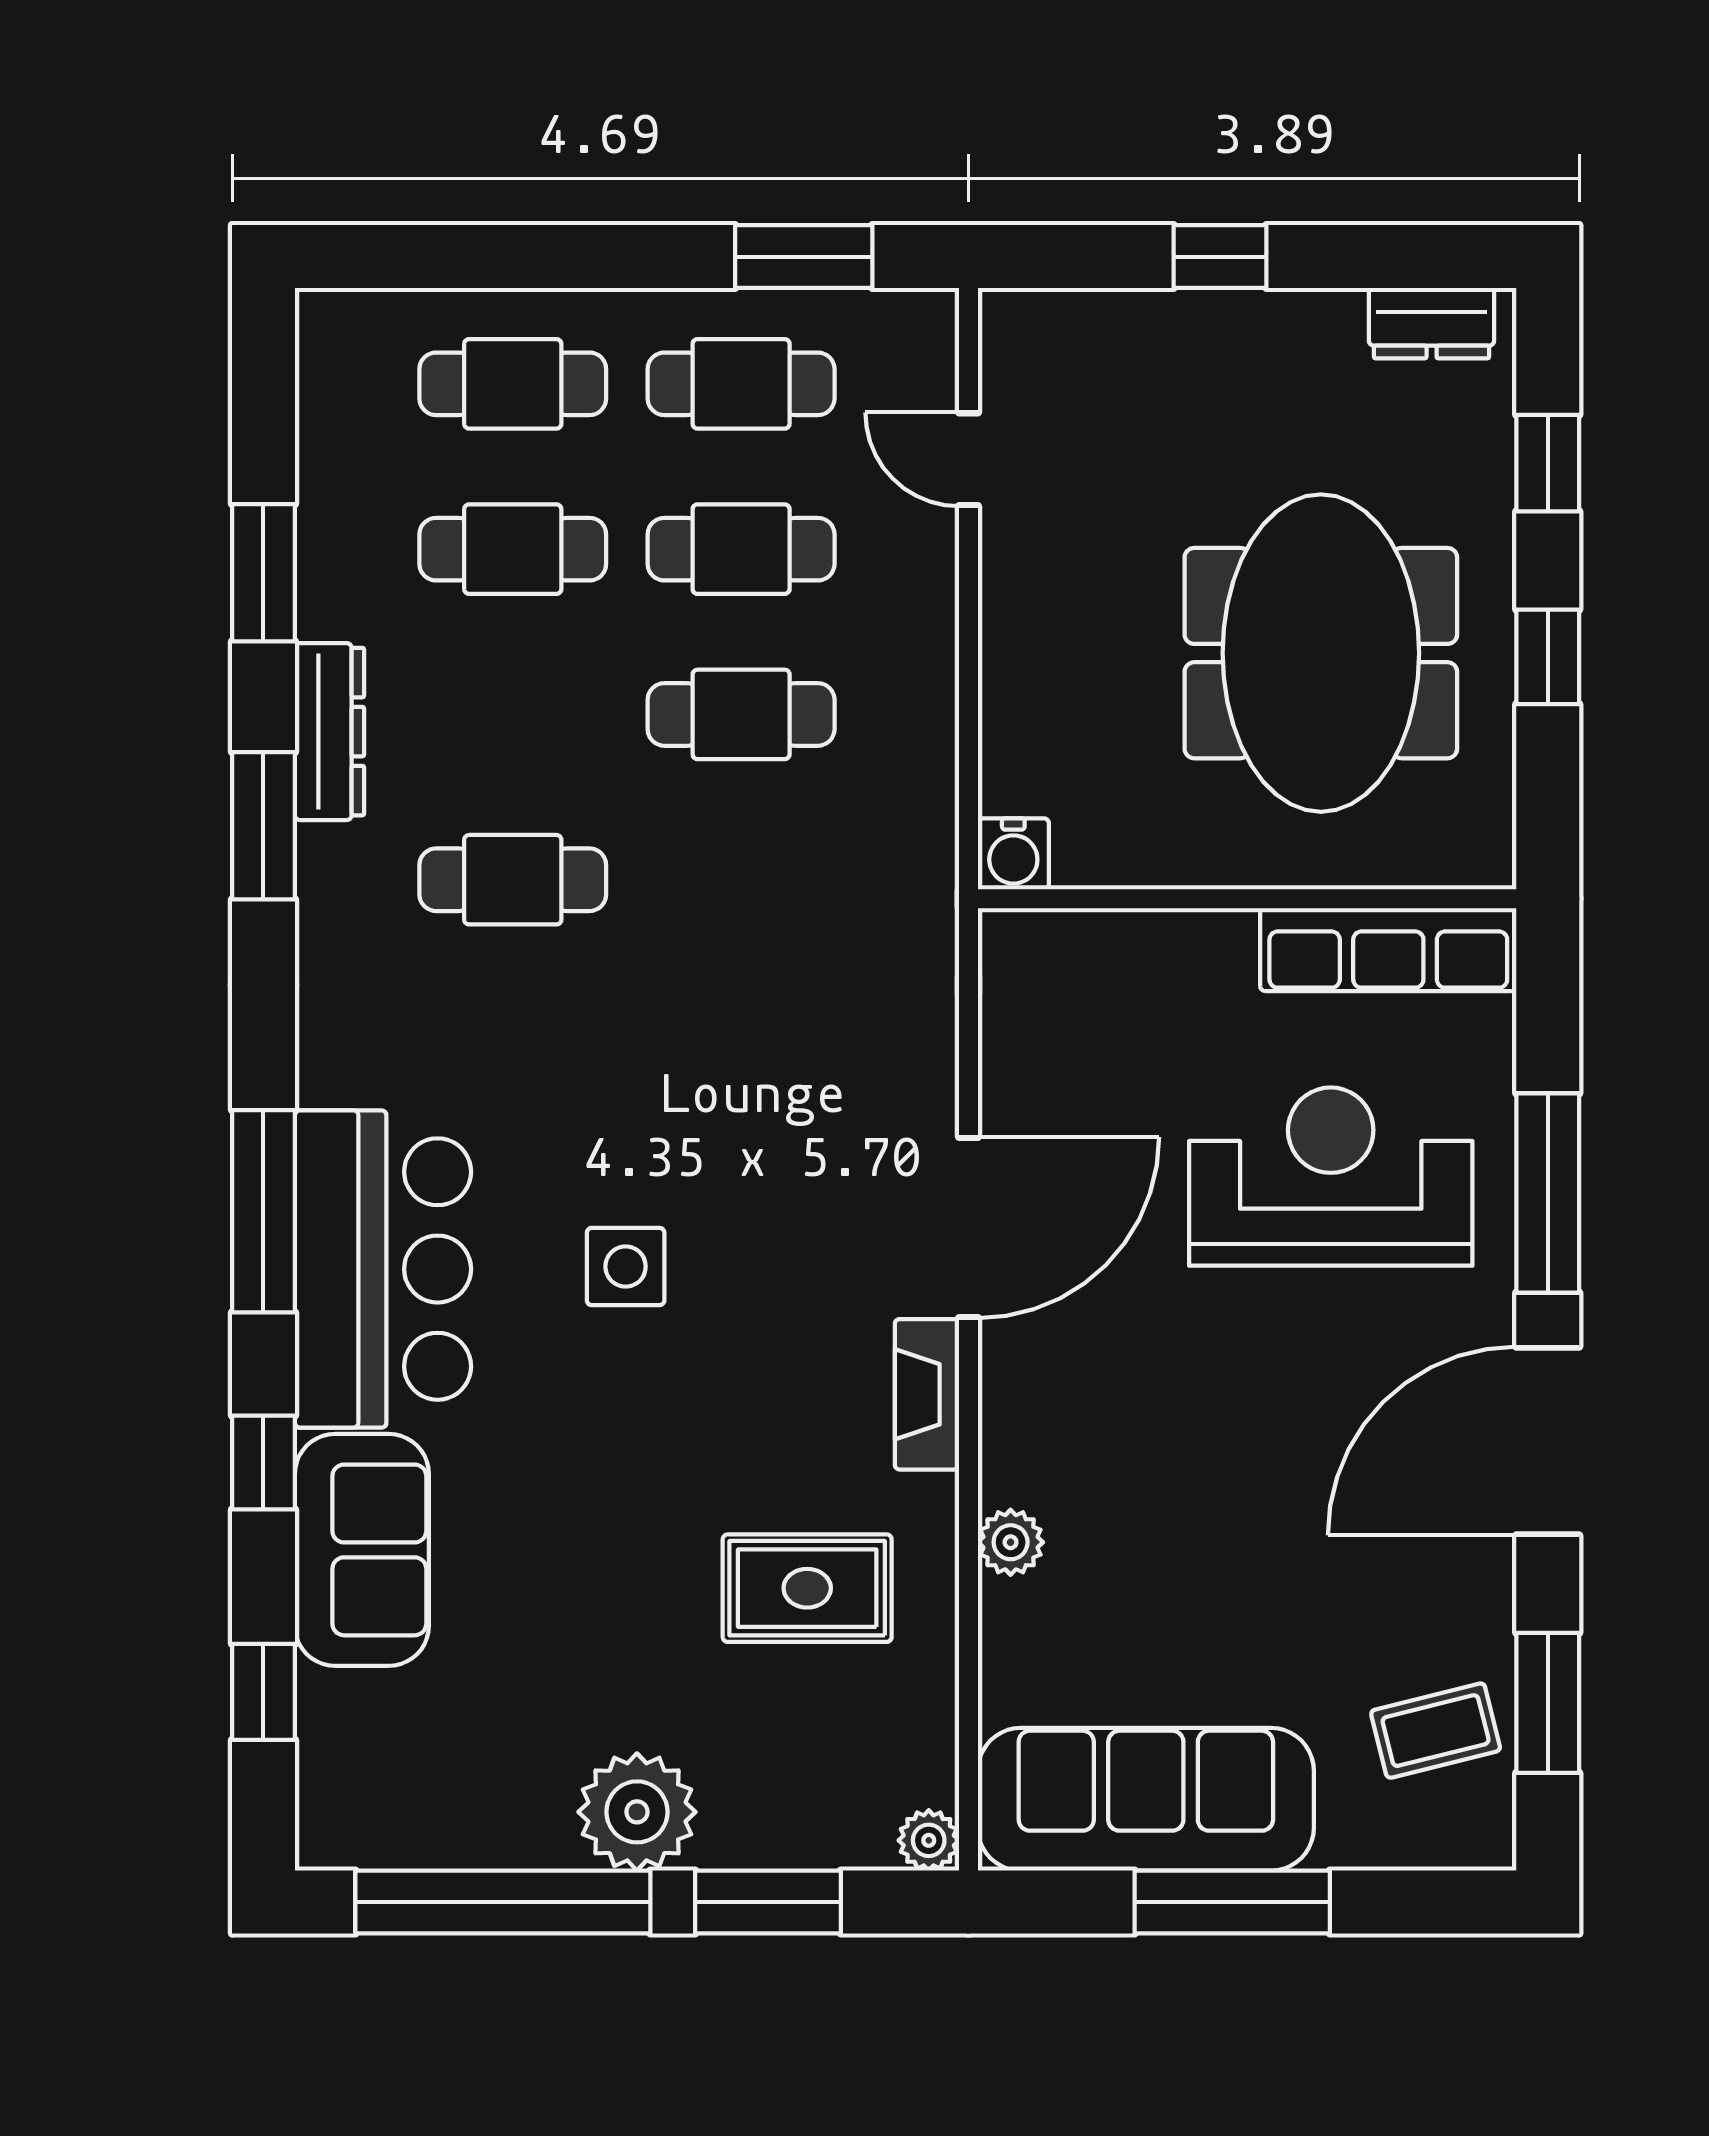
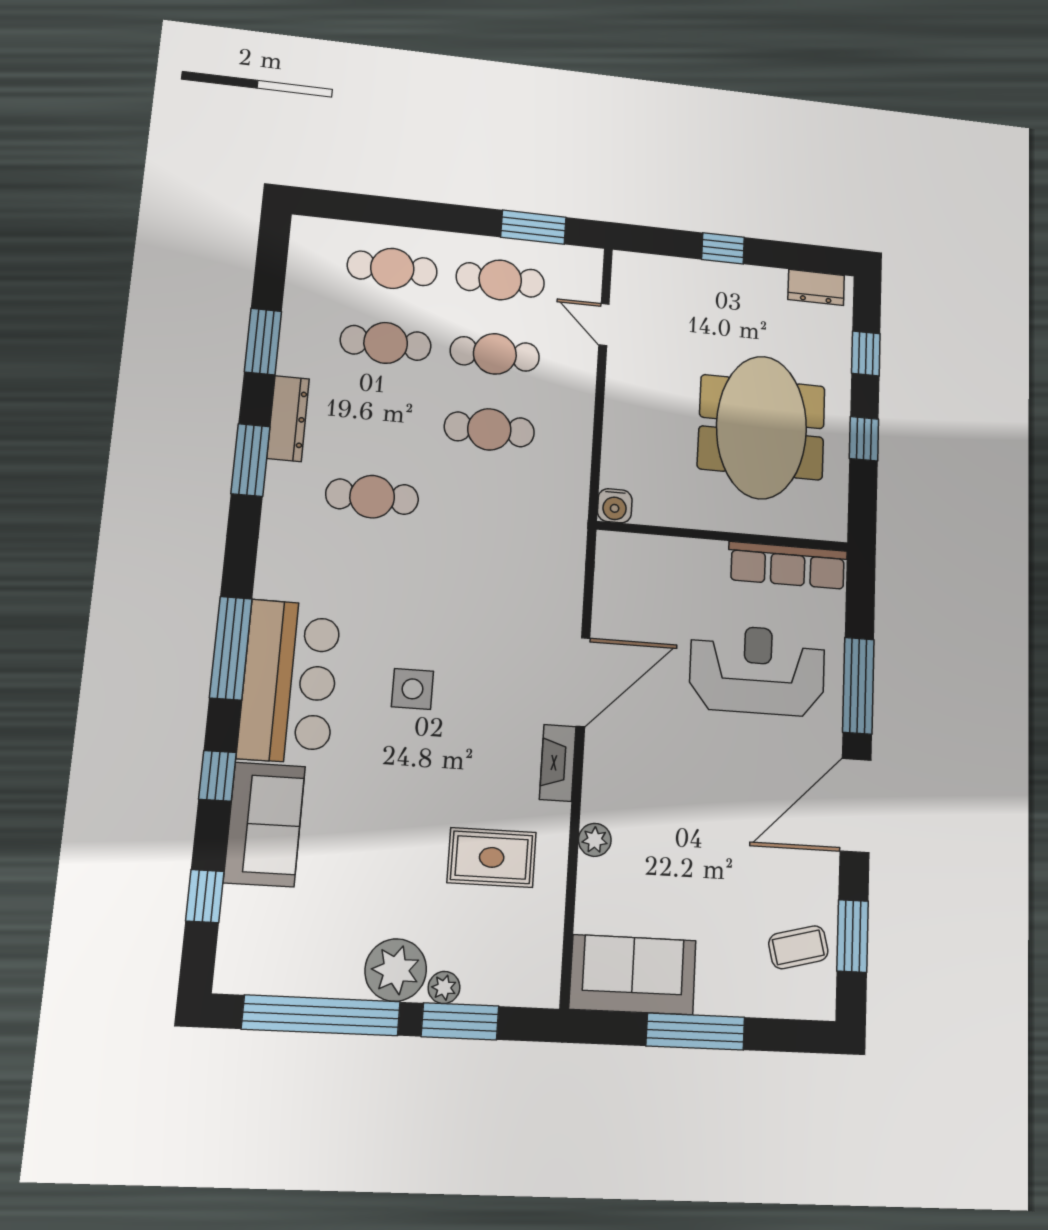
sofa: (1146, 1799) -> (633, 975), width x0.73
plant: (929, 1840) -> (444, 988), moved

